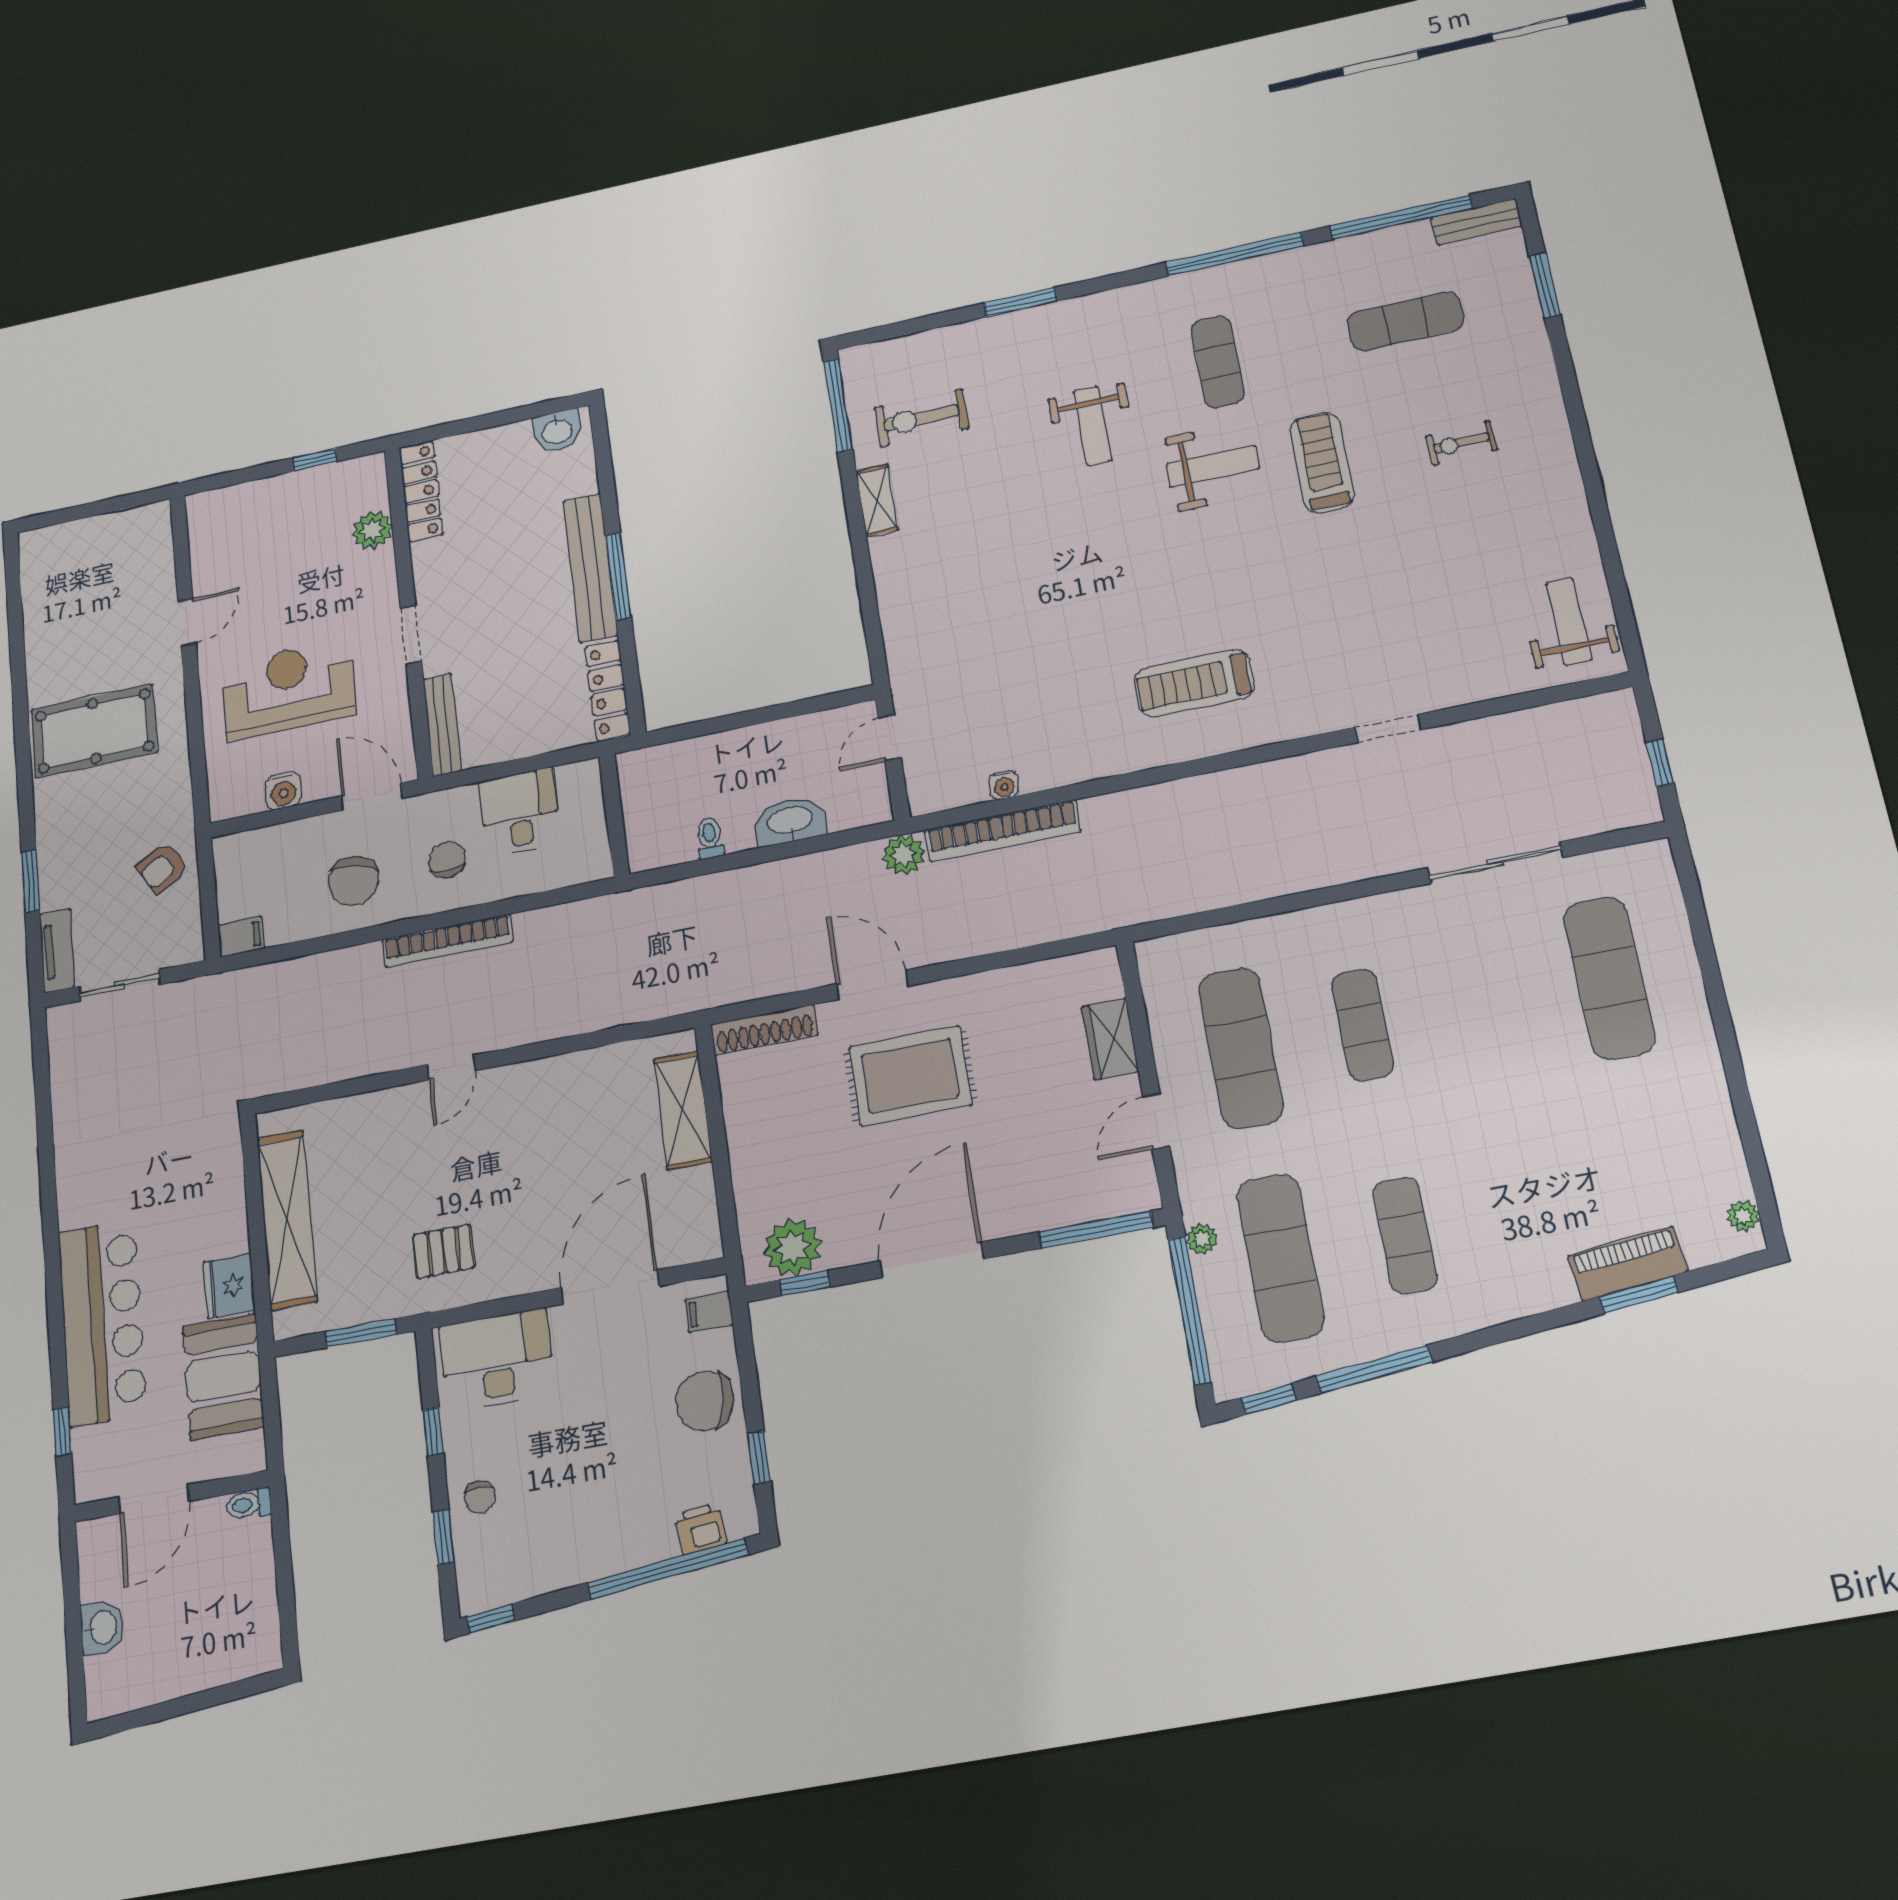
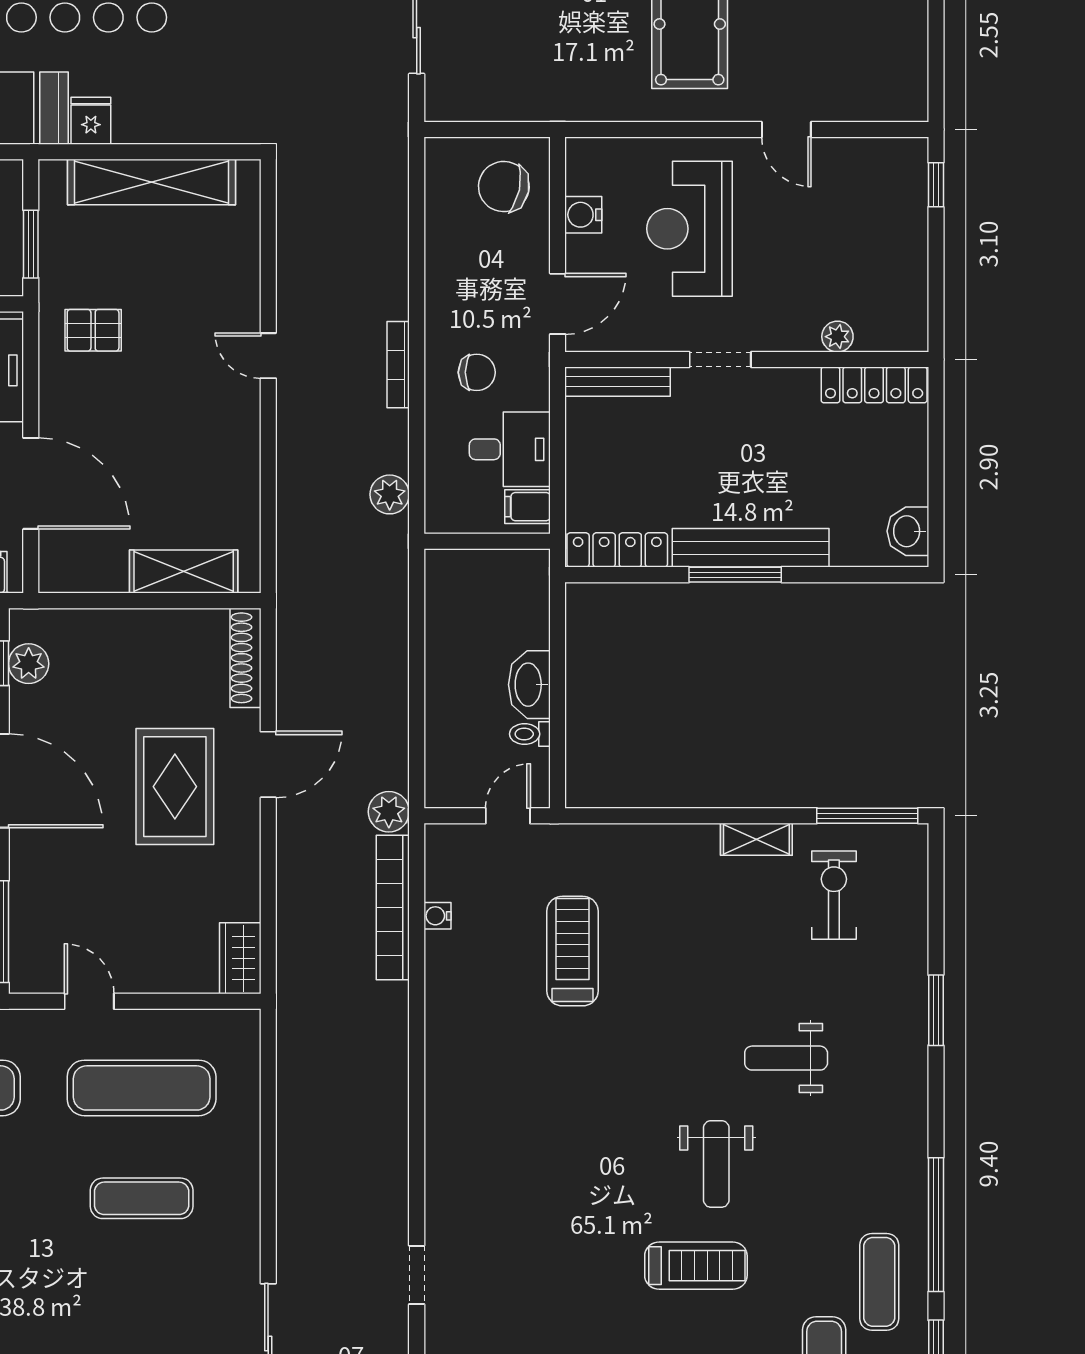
exercise mat: (1218, 362) -> (879, 1282), moved, turned 90
window: (315, 460) -> (936, 185), moved
plant: (372, 530) -> (837, 337), width x0.73, depth x0.73
treadmill: (1194, 683) -> (573, 951), moved
reception desk: (288, 690) -> (690, 229), turned 180
door: (890, 738) -> (508, 816), hinge flipped
washbasin: (790, 821) -> (529, 685), moved, turned 180
toilet: (710, 838) -> (530, 734), moved, turned 180
armchair: (163, 868) -> (529, 85), removed
chair: (354, 881) -> (504, 187), moved
plant: (578, 919) -> (390, 494), added
filing cabinet: (241, 937) -> (528, 507), moved, turned 90
bookcase: (448, 941) -> (398, 365), width x0.68, depth x0.76
wardrobe: (1110, 1039) -> (240, 958), moved, turned -90
plant: (792, 1248) -> (29, 664), width x0.73, depth x0.73
pallet: (444, 1251) -> (93, 330), turned 90
fridge: (229, 1286) -> (91, 121), width x0.72

